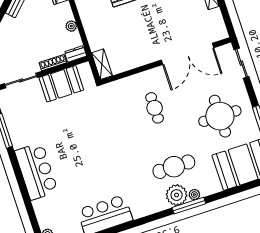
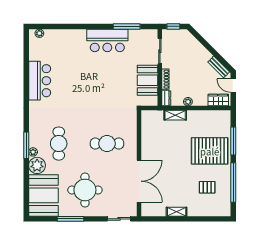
double door: (187, 54) -> (139, 181), swing flipped
shelving: (102, 64) -> (175, 115), moved
cafe table: (155, 108) -> (107, 144), width x1.37, depth x1.35
bar counter: (36, 171) -> (107, 40), moved
plant: (177, 195) -> (37, 165), moved

